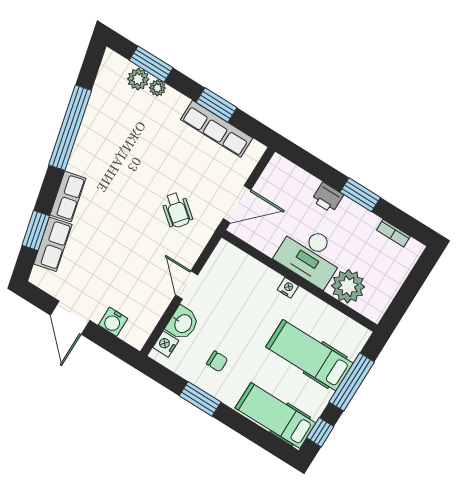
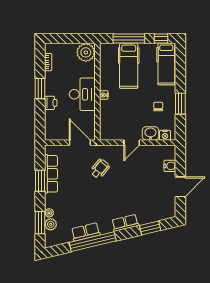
row of seats: (53, 244) -> (86, 232), moved
plant: (348, 286) -> (86, 52), moved

